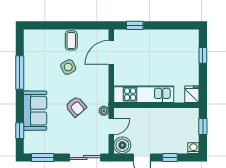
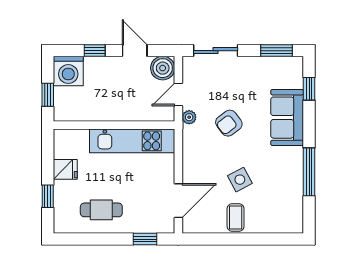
cafe table: (165, 46) -> (101, 210), added
fridge: (192, 94) -> (65, 169), moved, turned -90
armchair: (76, 107) -> (229, 123), turned -86
washing machine: (193, 148) -> (68, 71), width x1.89, depth x1.89

